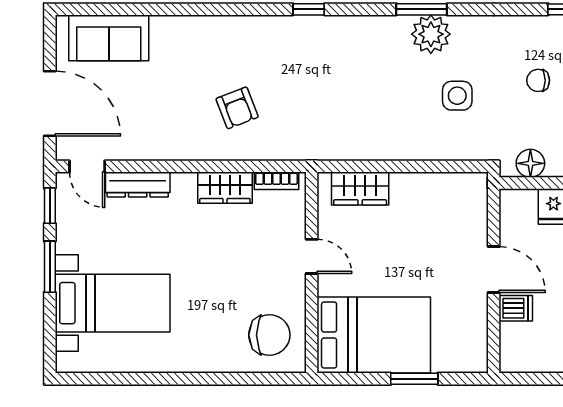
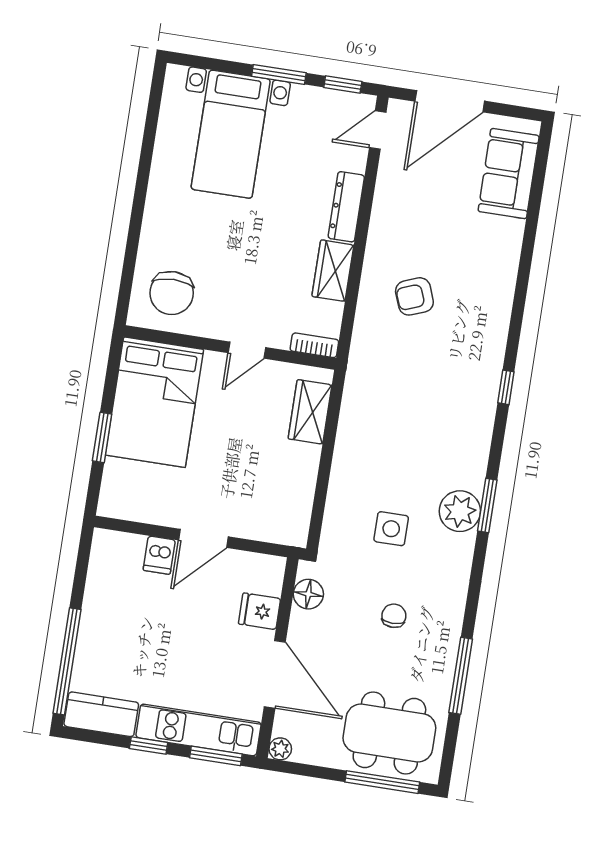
bookcase: (276, 181) -> (314, 345), moved, turned 90
dresser: (138, 185) -> (346, 207), moved

